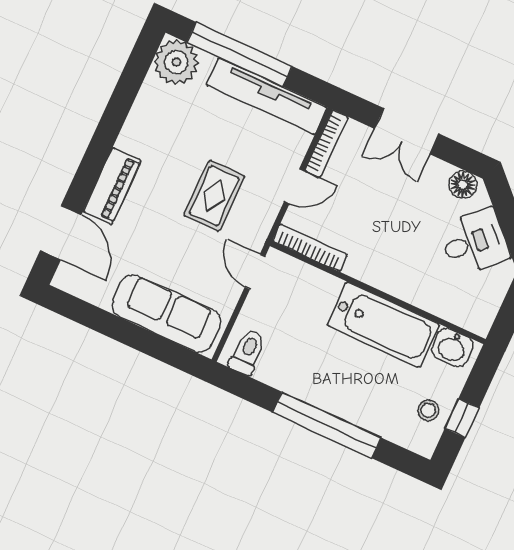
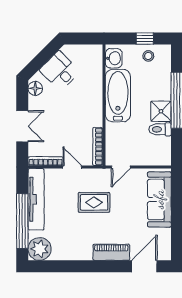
toilet: (247, 352) -> (160, 129), moved
shower: (321, 388) -> (161, 111), added

